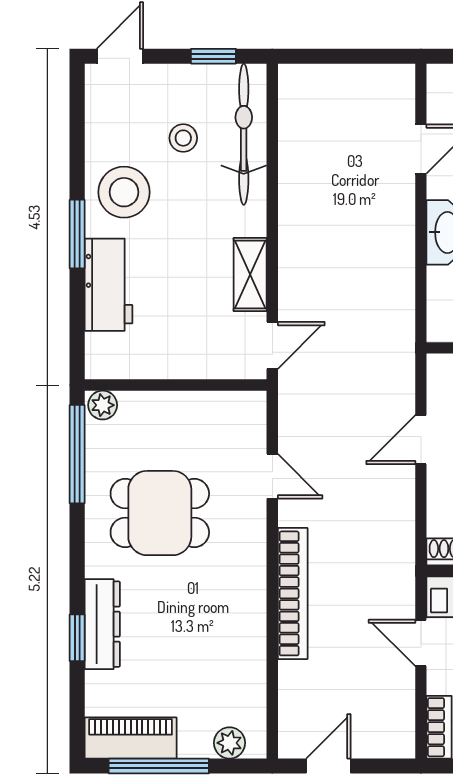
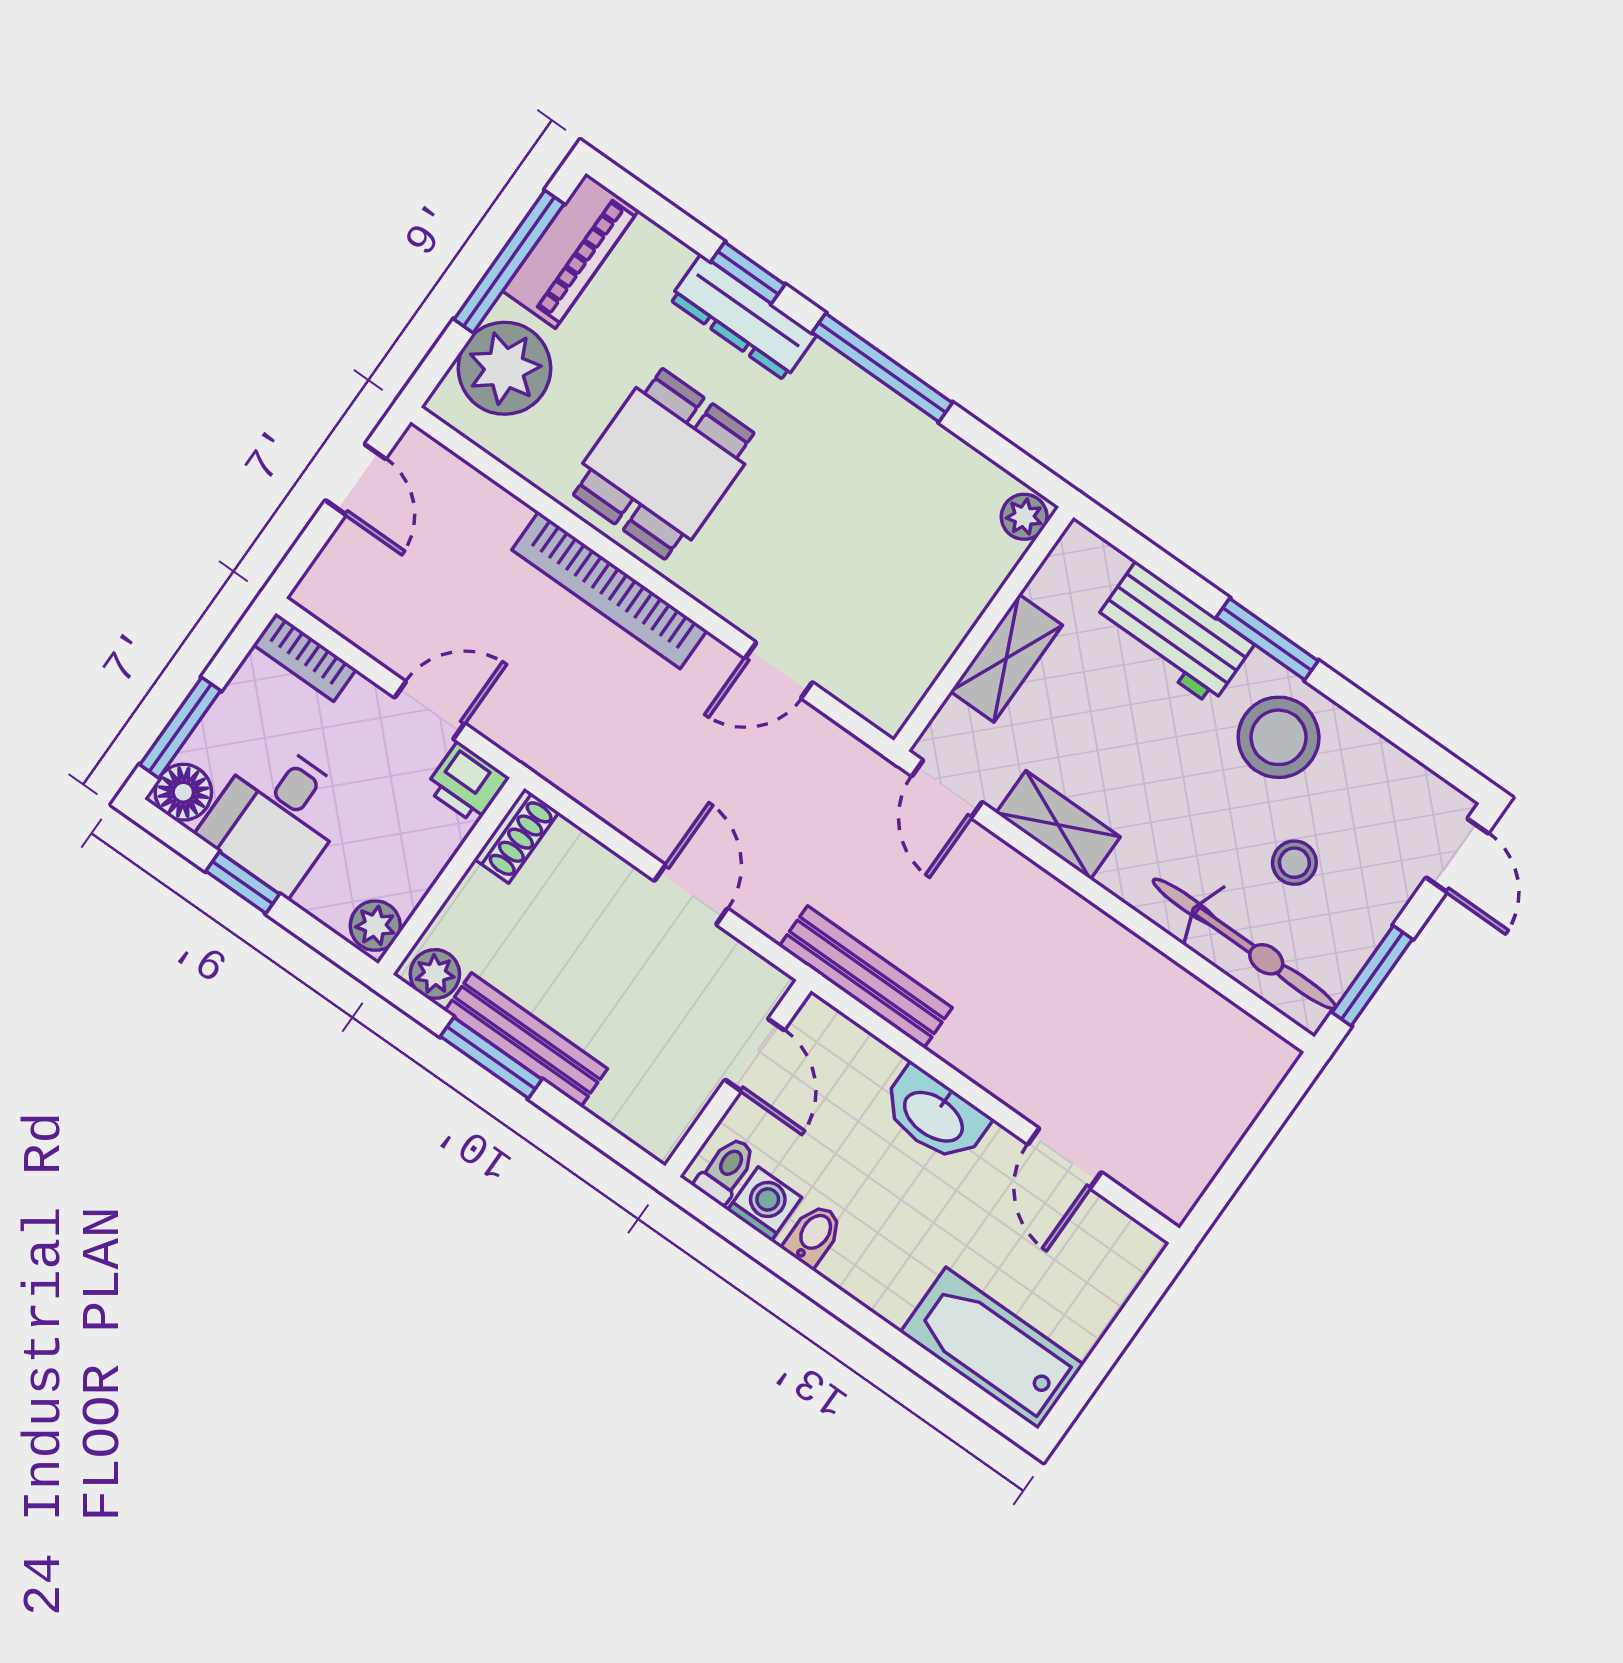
window: (213, 56) -> (1372, 976), width x1.50
bench: (400, 319) -> (866, 977), added
shelving: (183, 362) -> (1006, 658), added
window: (77, 454) -> (882, 368), moved
dining table: (160, 513) -> (664, 464), moved
plant: (230, 743) -> (505, 368), width x1.87, depth x1.87

